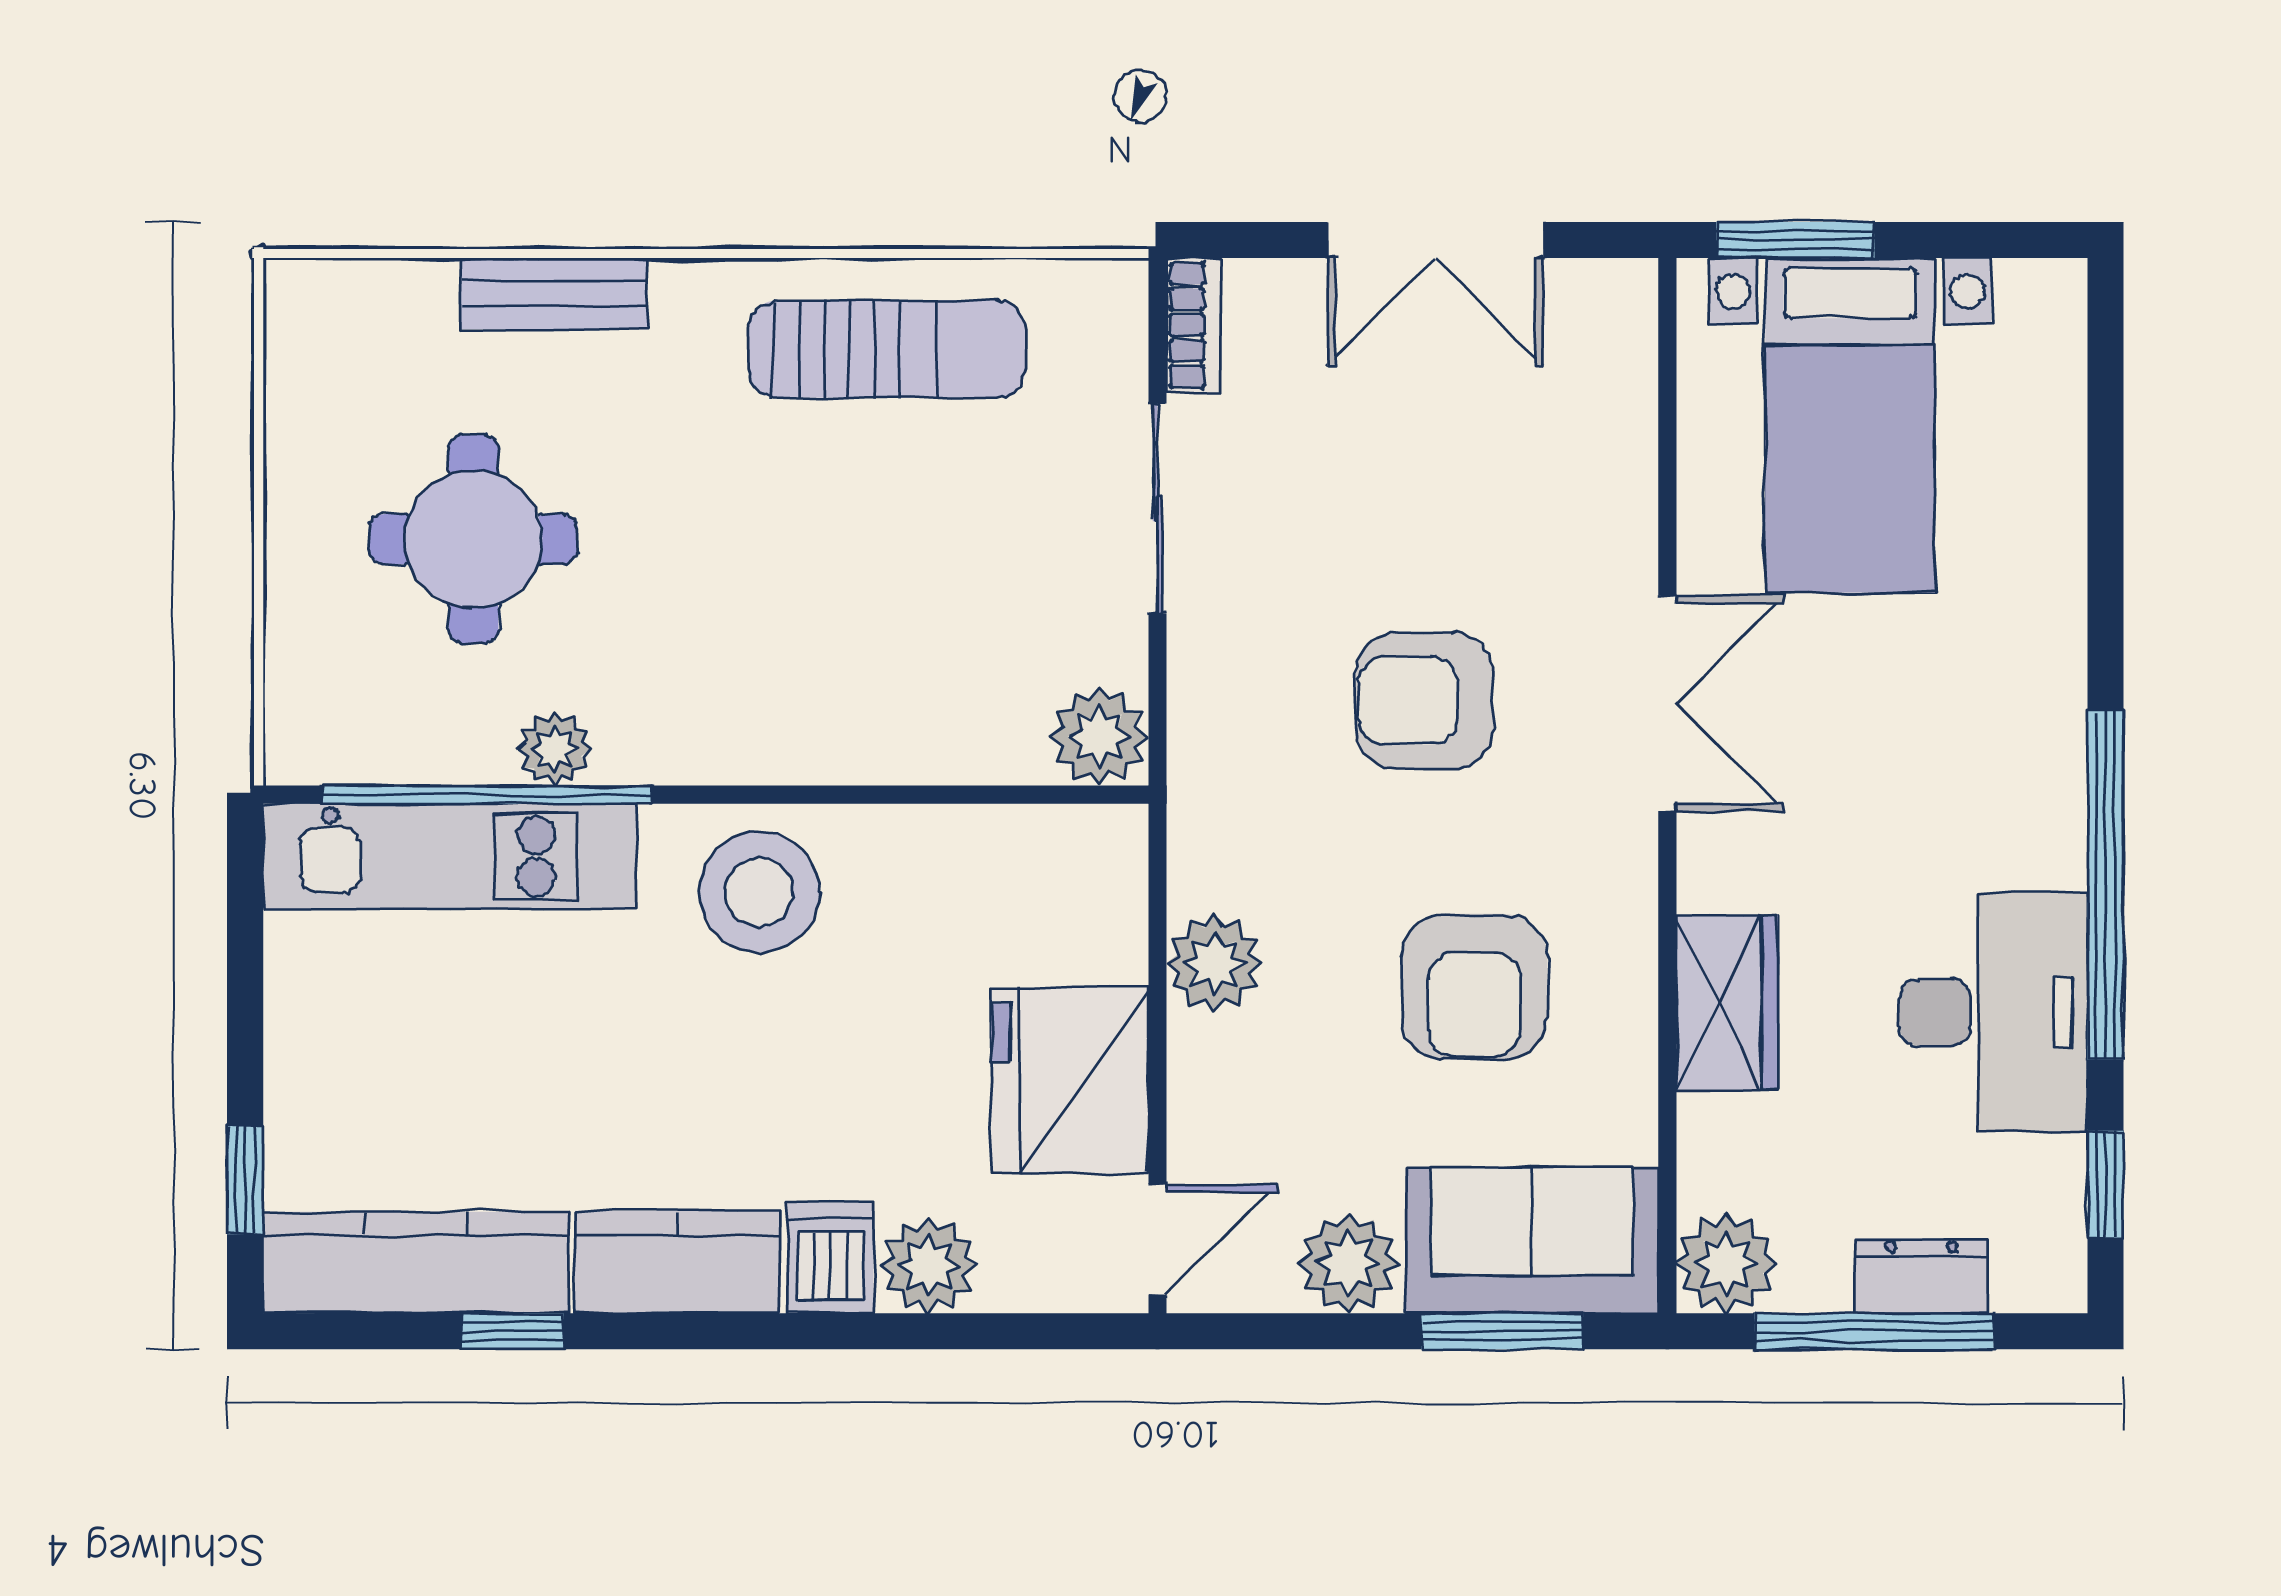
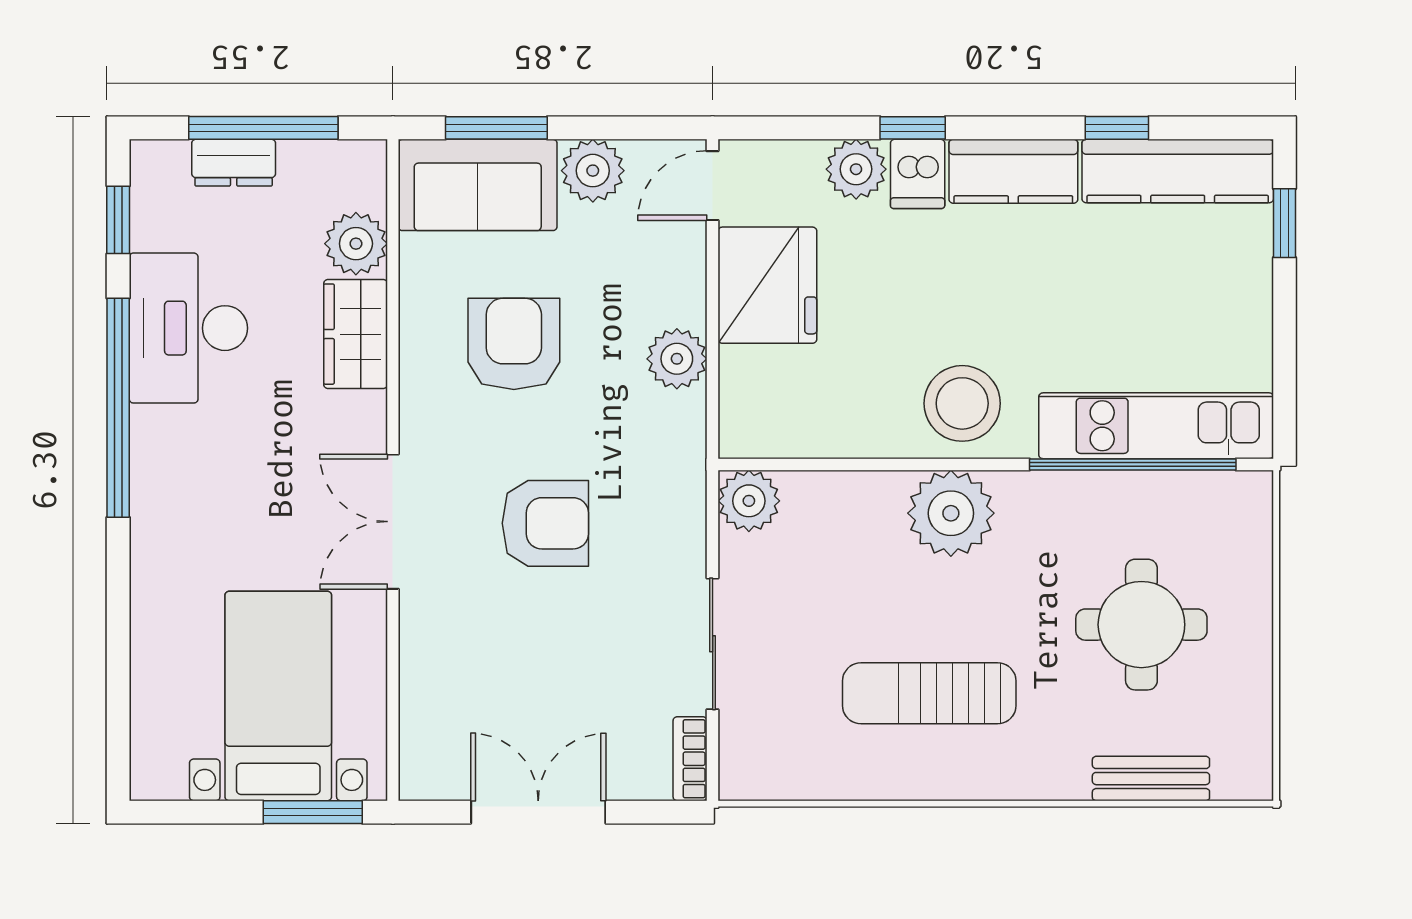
bench: (554, 294) -> (1151, 779), moved
sun lounger: (887, 349) -> (929, 693), moved
plant: (554, 749) -> (951, 513), moved, width x1.88, depth x1.88
plant: (1726, 1263) -> (356, 244), moved
window: (838, 1331) -> (913, 128), added

